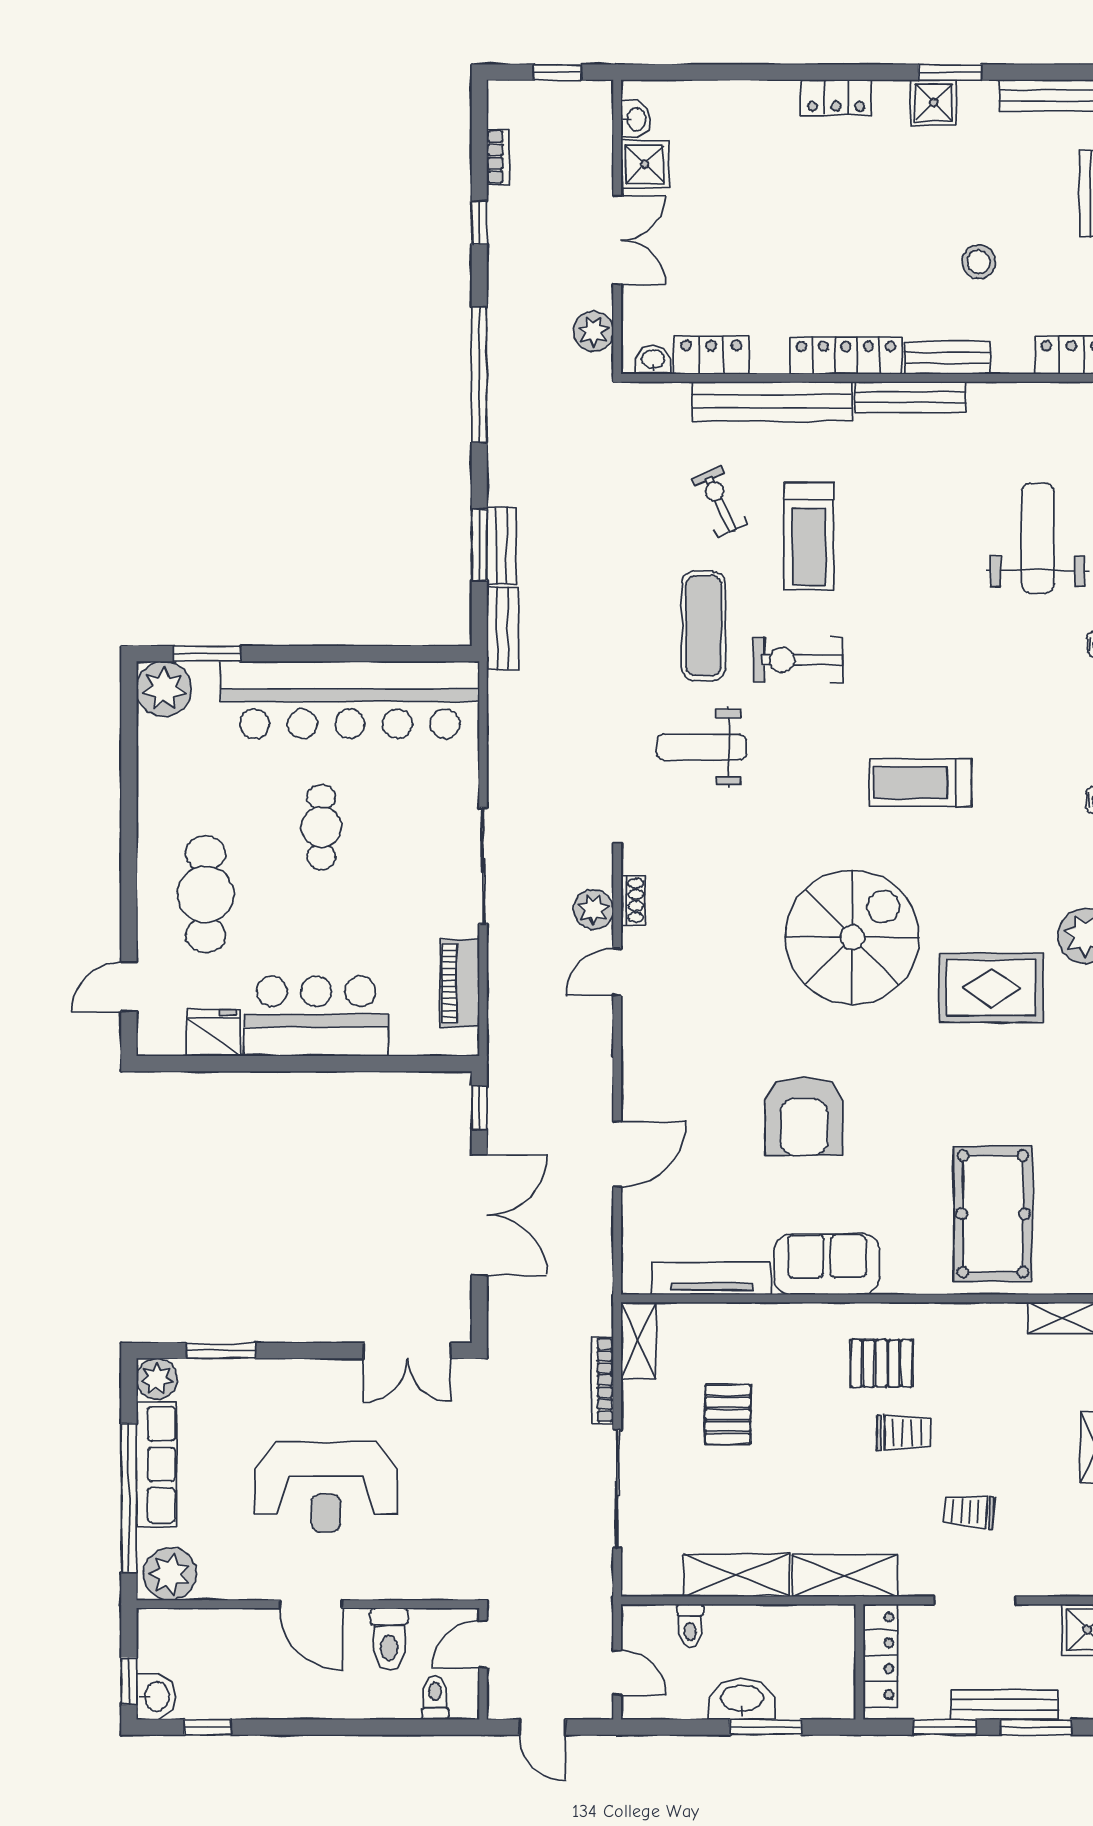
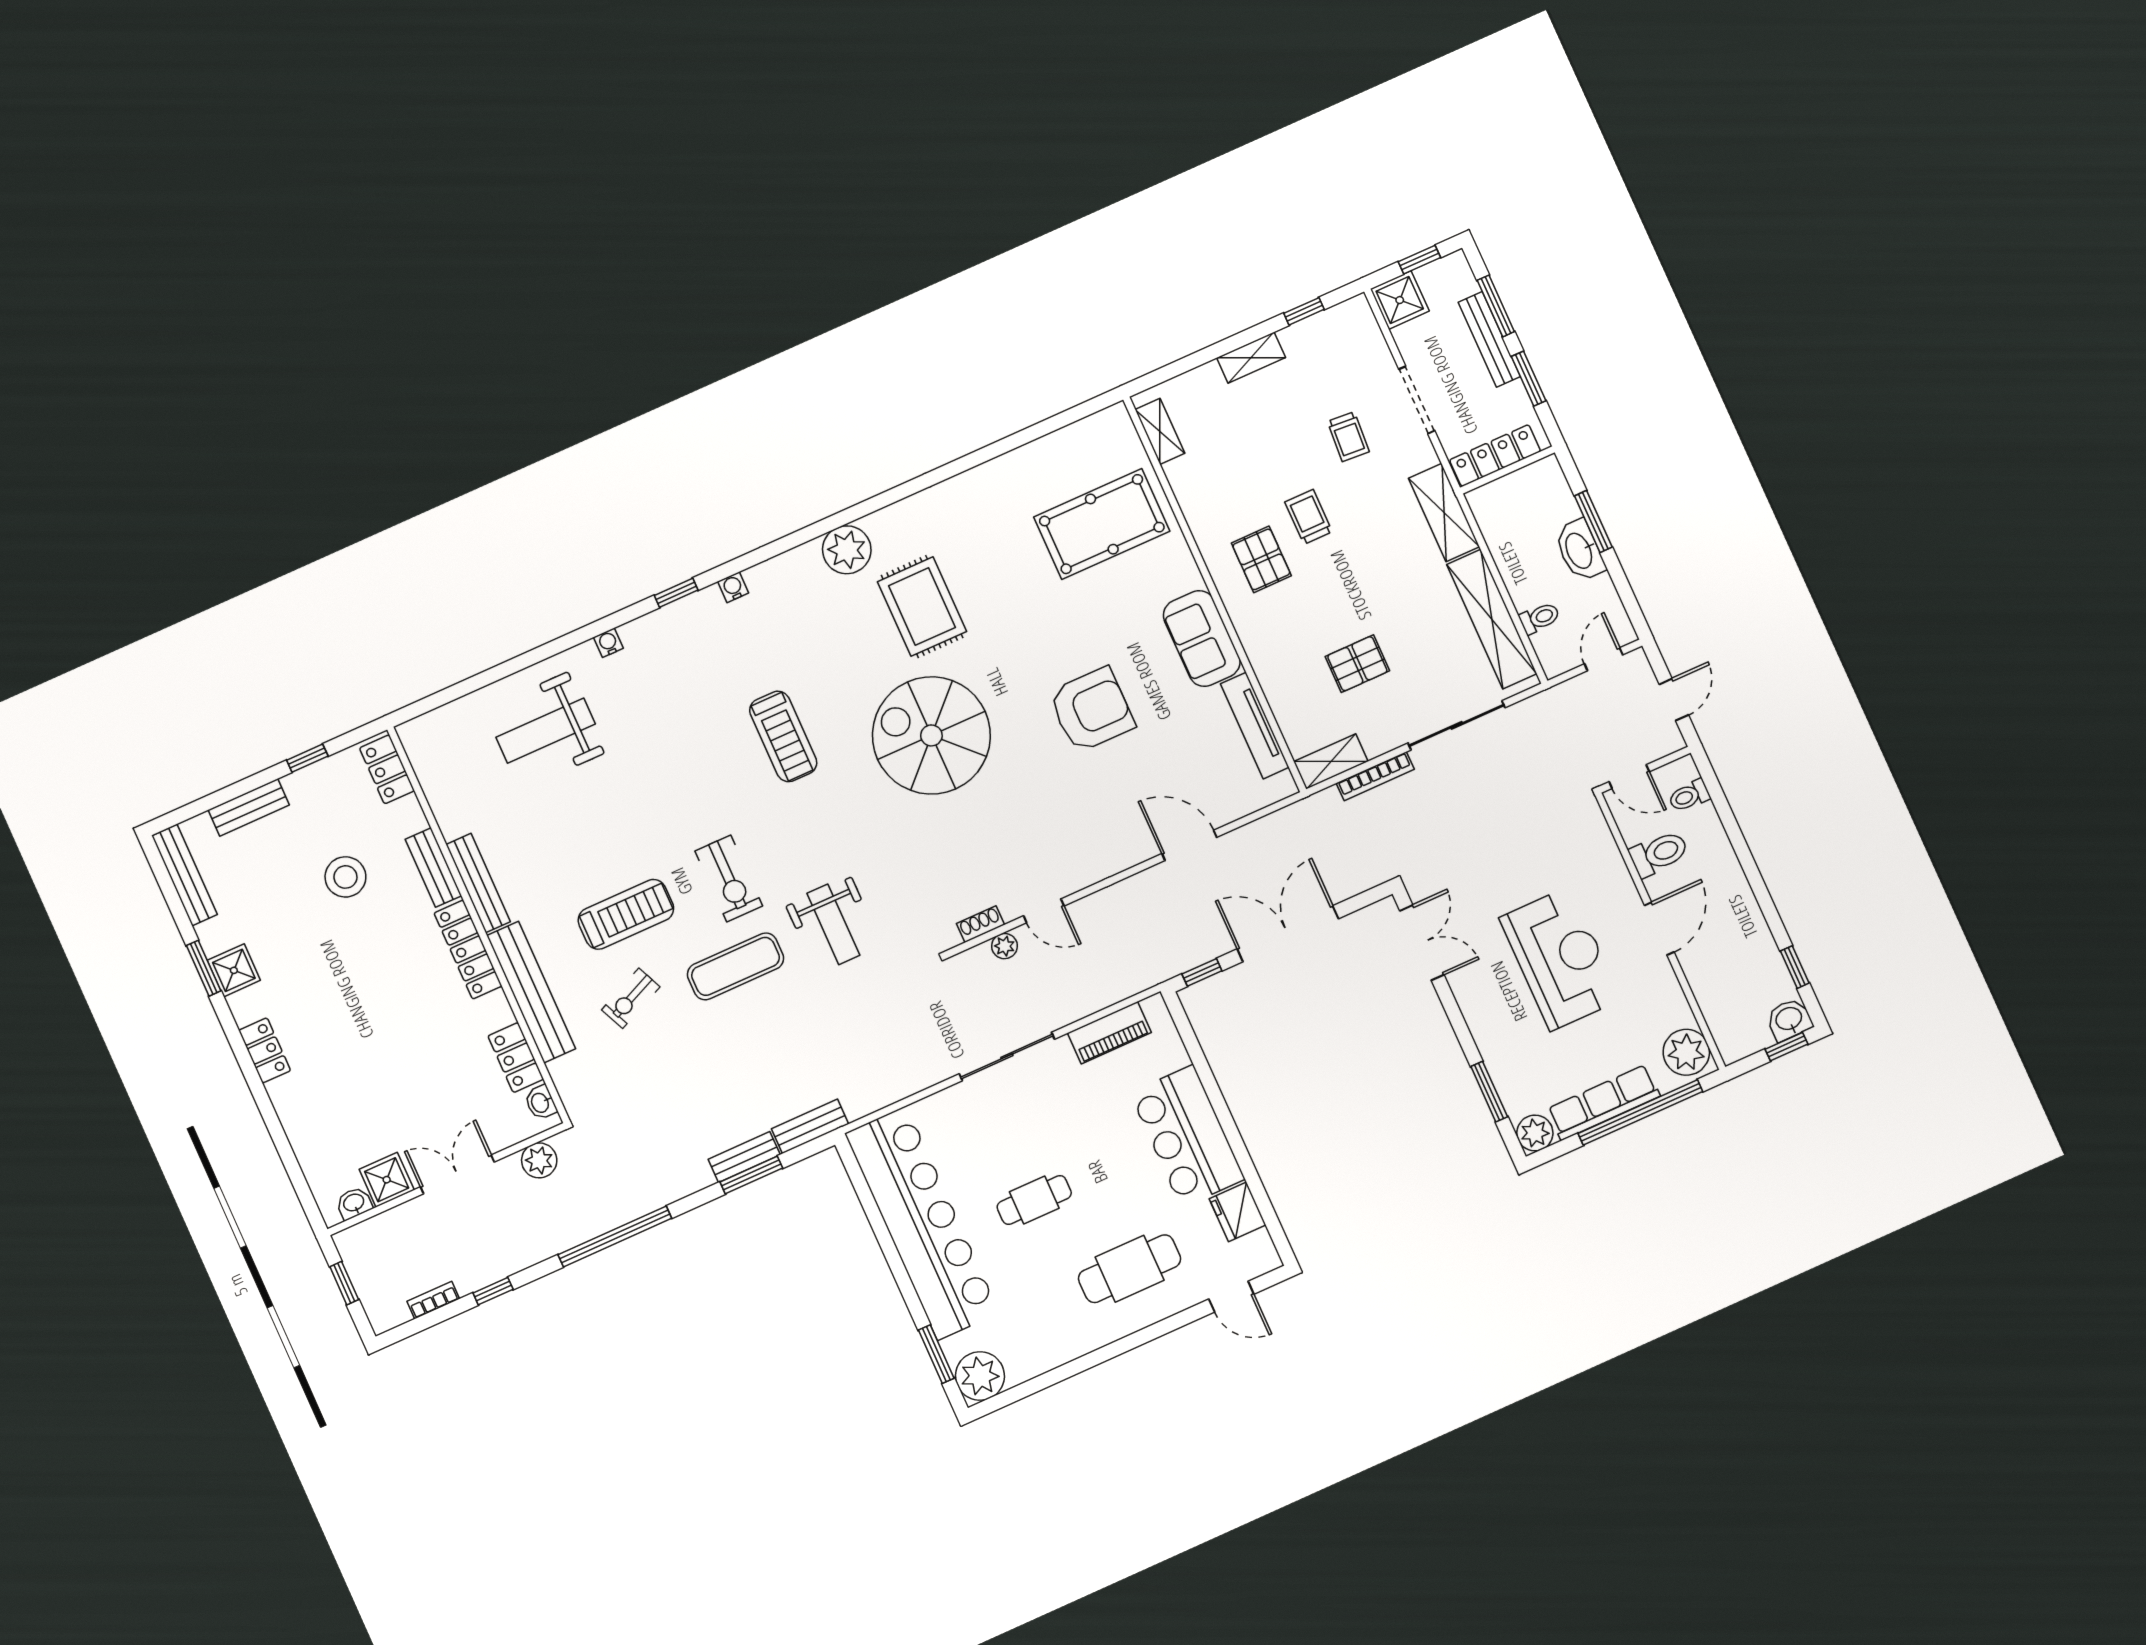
stool: (979, 262) -> (345, 877), width x1.38, depth x1.38
plant: (594, 909) -> (1004, 946), width x0.73, depth x0.73
shelving: (736, 1575) -> (1492, 619), width x1.47

